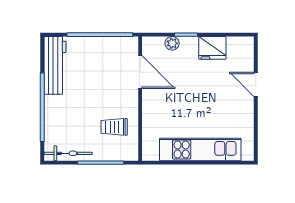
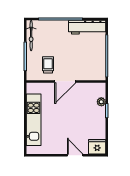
fridge: (212, 48) -> (97, 147), moved, turned 90
door: (140, 72) -> (65, 81), moved
door: (256, 84) -> (75, 155), hinge flipped

